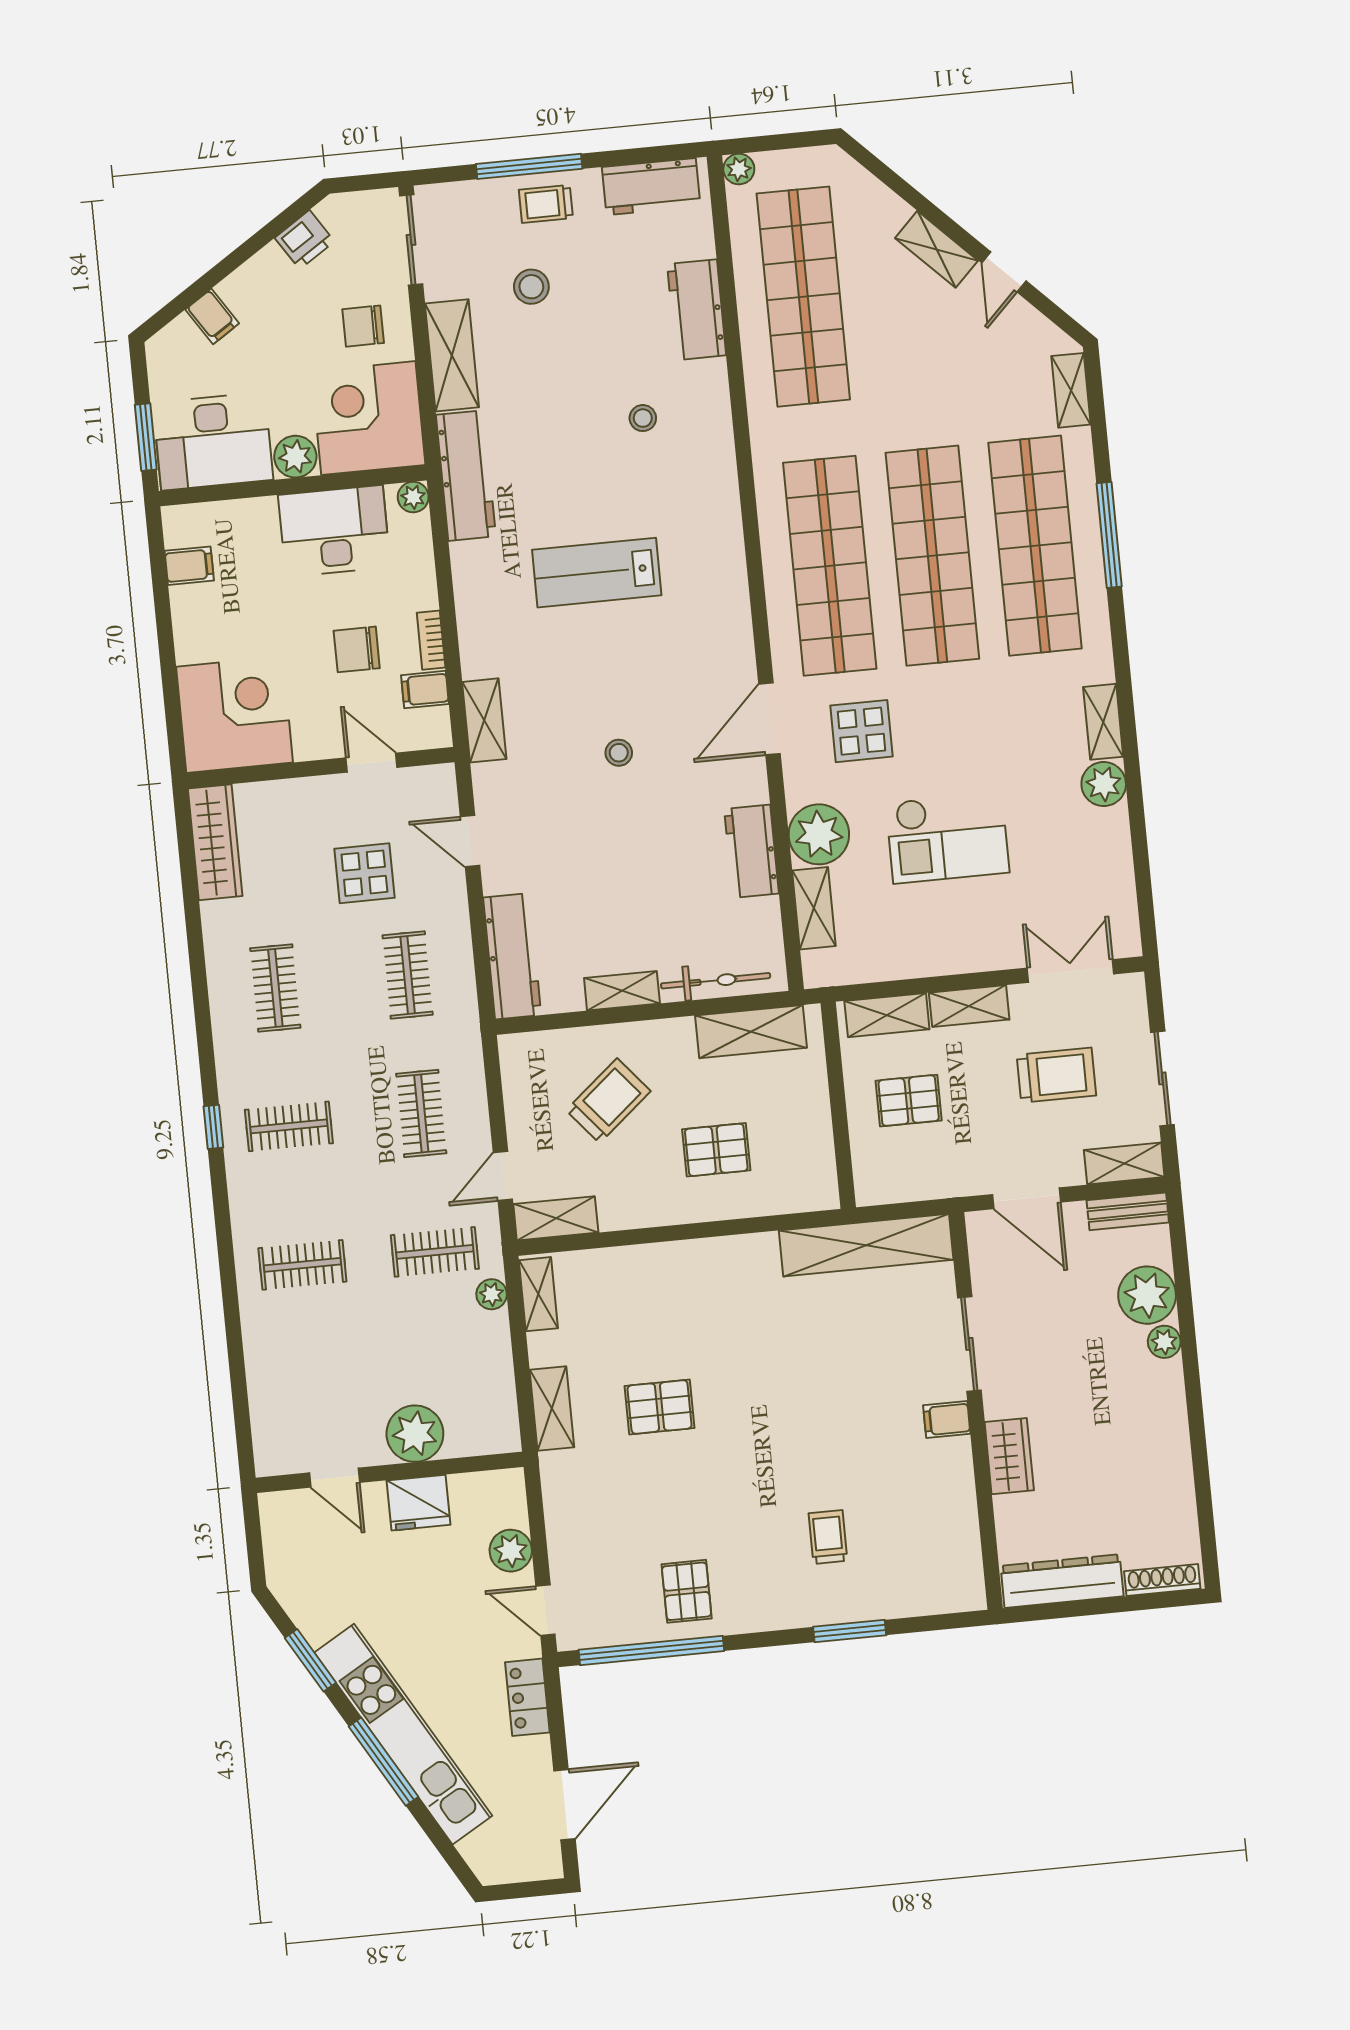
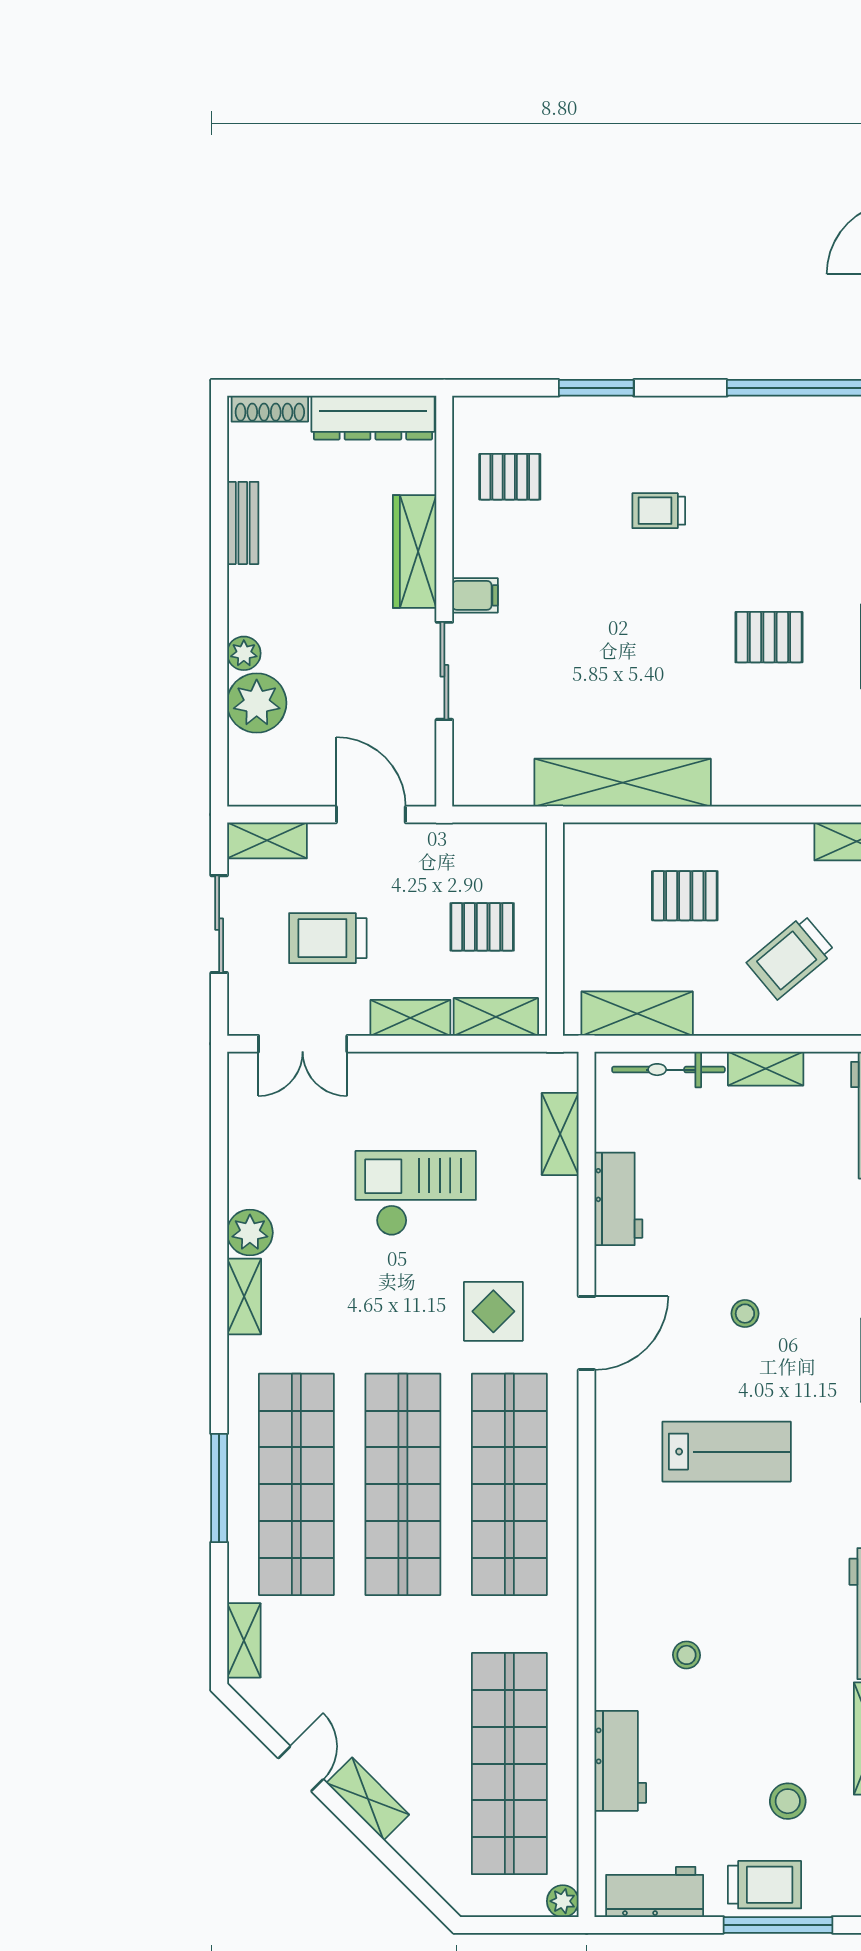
trolley: (546, 204) -> (764, 1885), width x1.36, depth x1.39
lab bench: (597, 573) -> (727, 1452), moved
plant: (819, 834) -> (548, 1209), removed
bench: (1128, 1211) -> (243, 523), moved, turned 90
shelving: (866, 1245) -> (623, 783), moved
wardrobe: (1009, 1456) -> (415, 551), width x1.50
trolley: (828, 1537) -> (659, 511), moved, turned 90
pallet: (687, 1591) -> (510, 477), moved, turned 90

